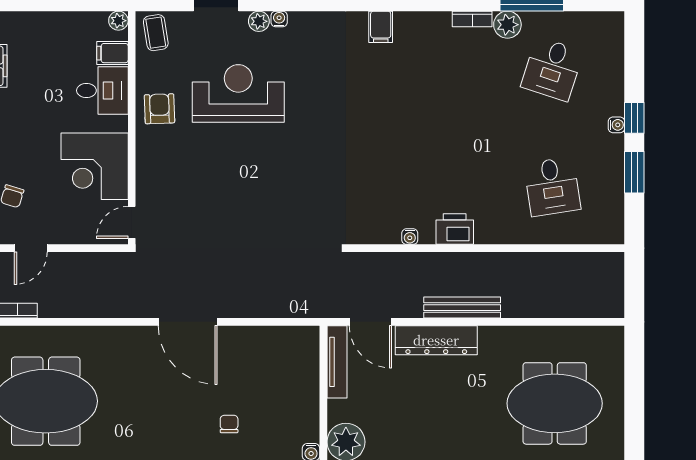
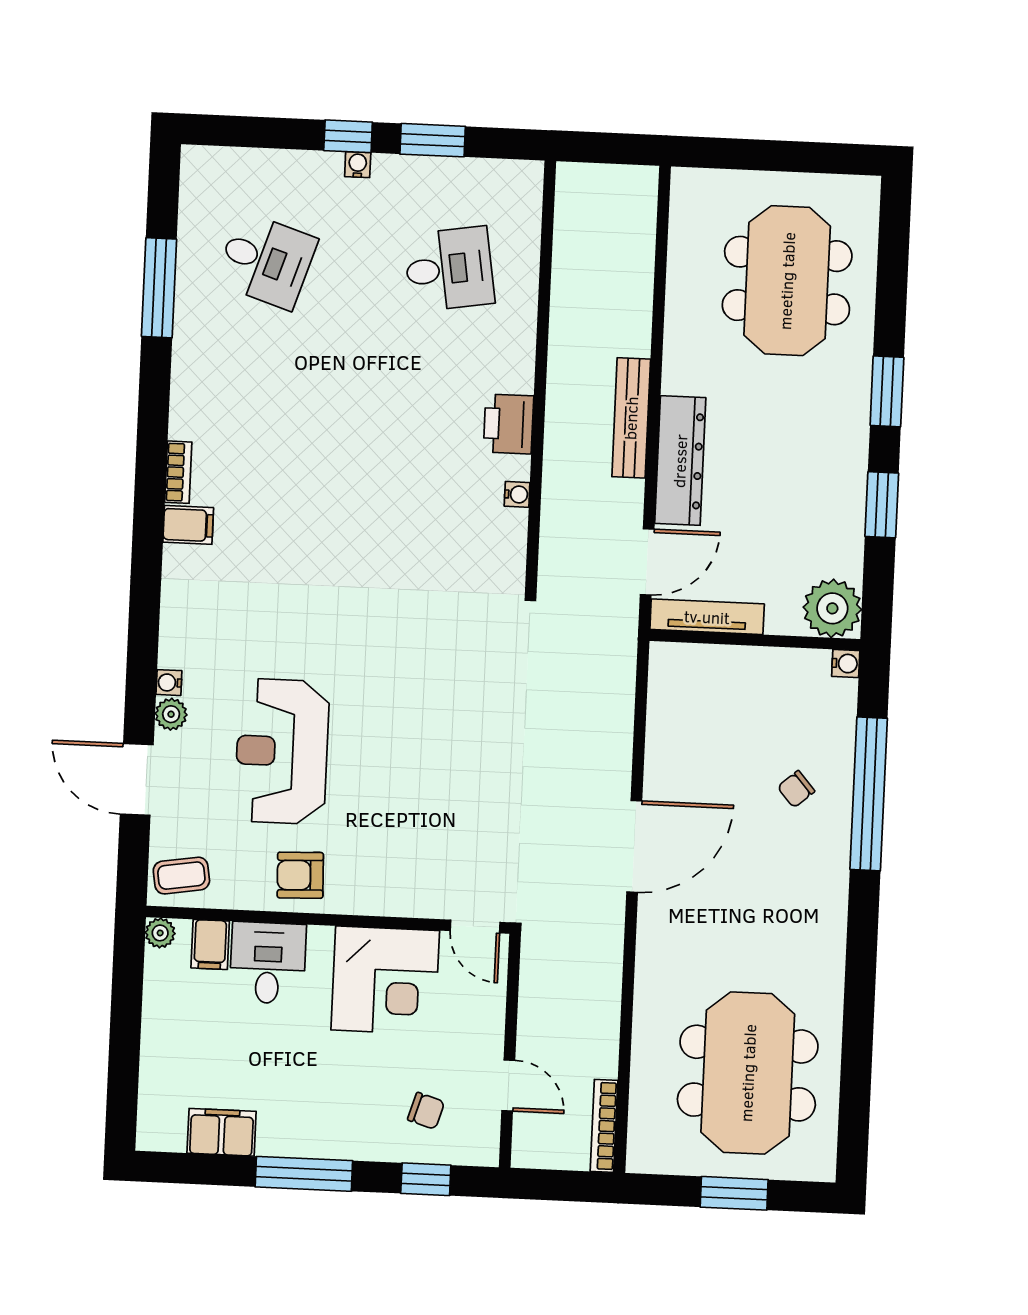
bookcase: (472, 19) -> (178, 472), moved
plant: (507, 25) -> (194, 327), removed
chair: (229, 424) -> (796, 789), turned -41

